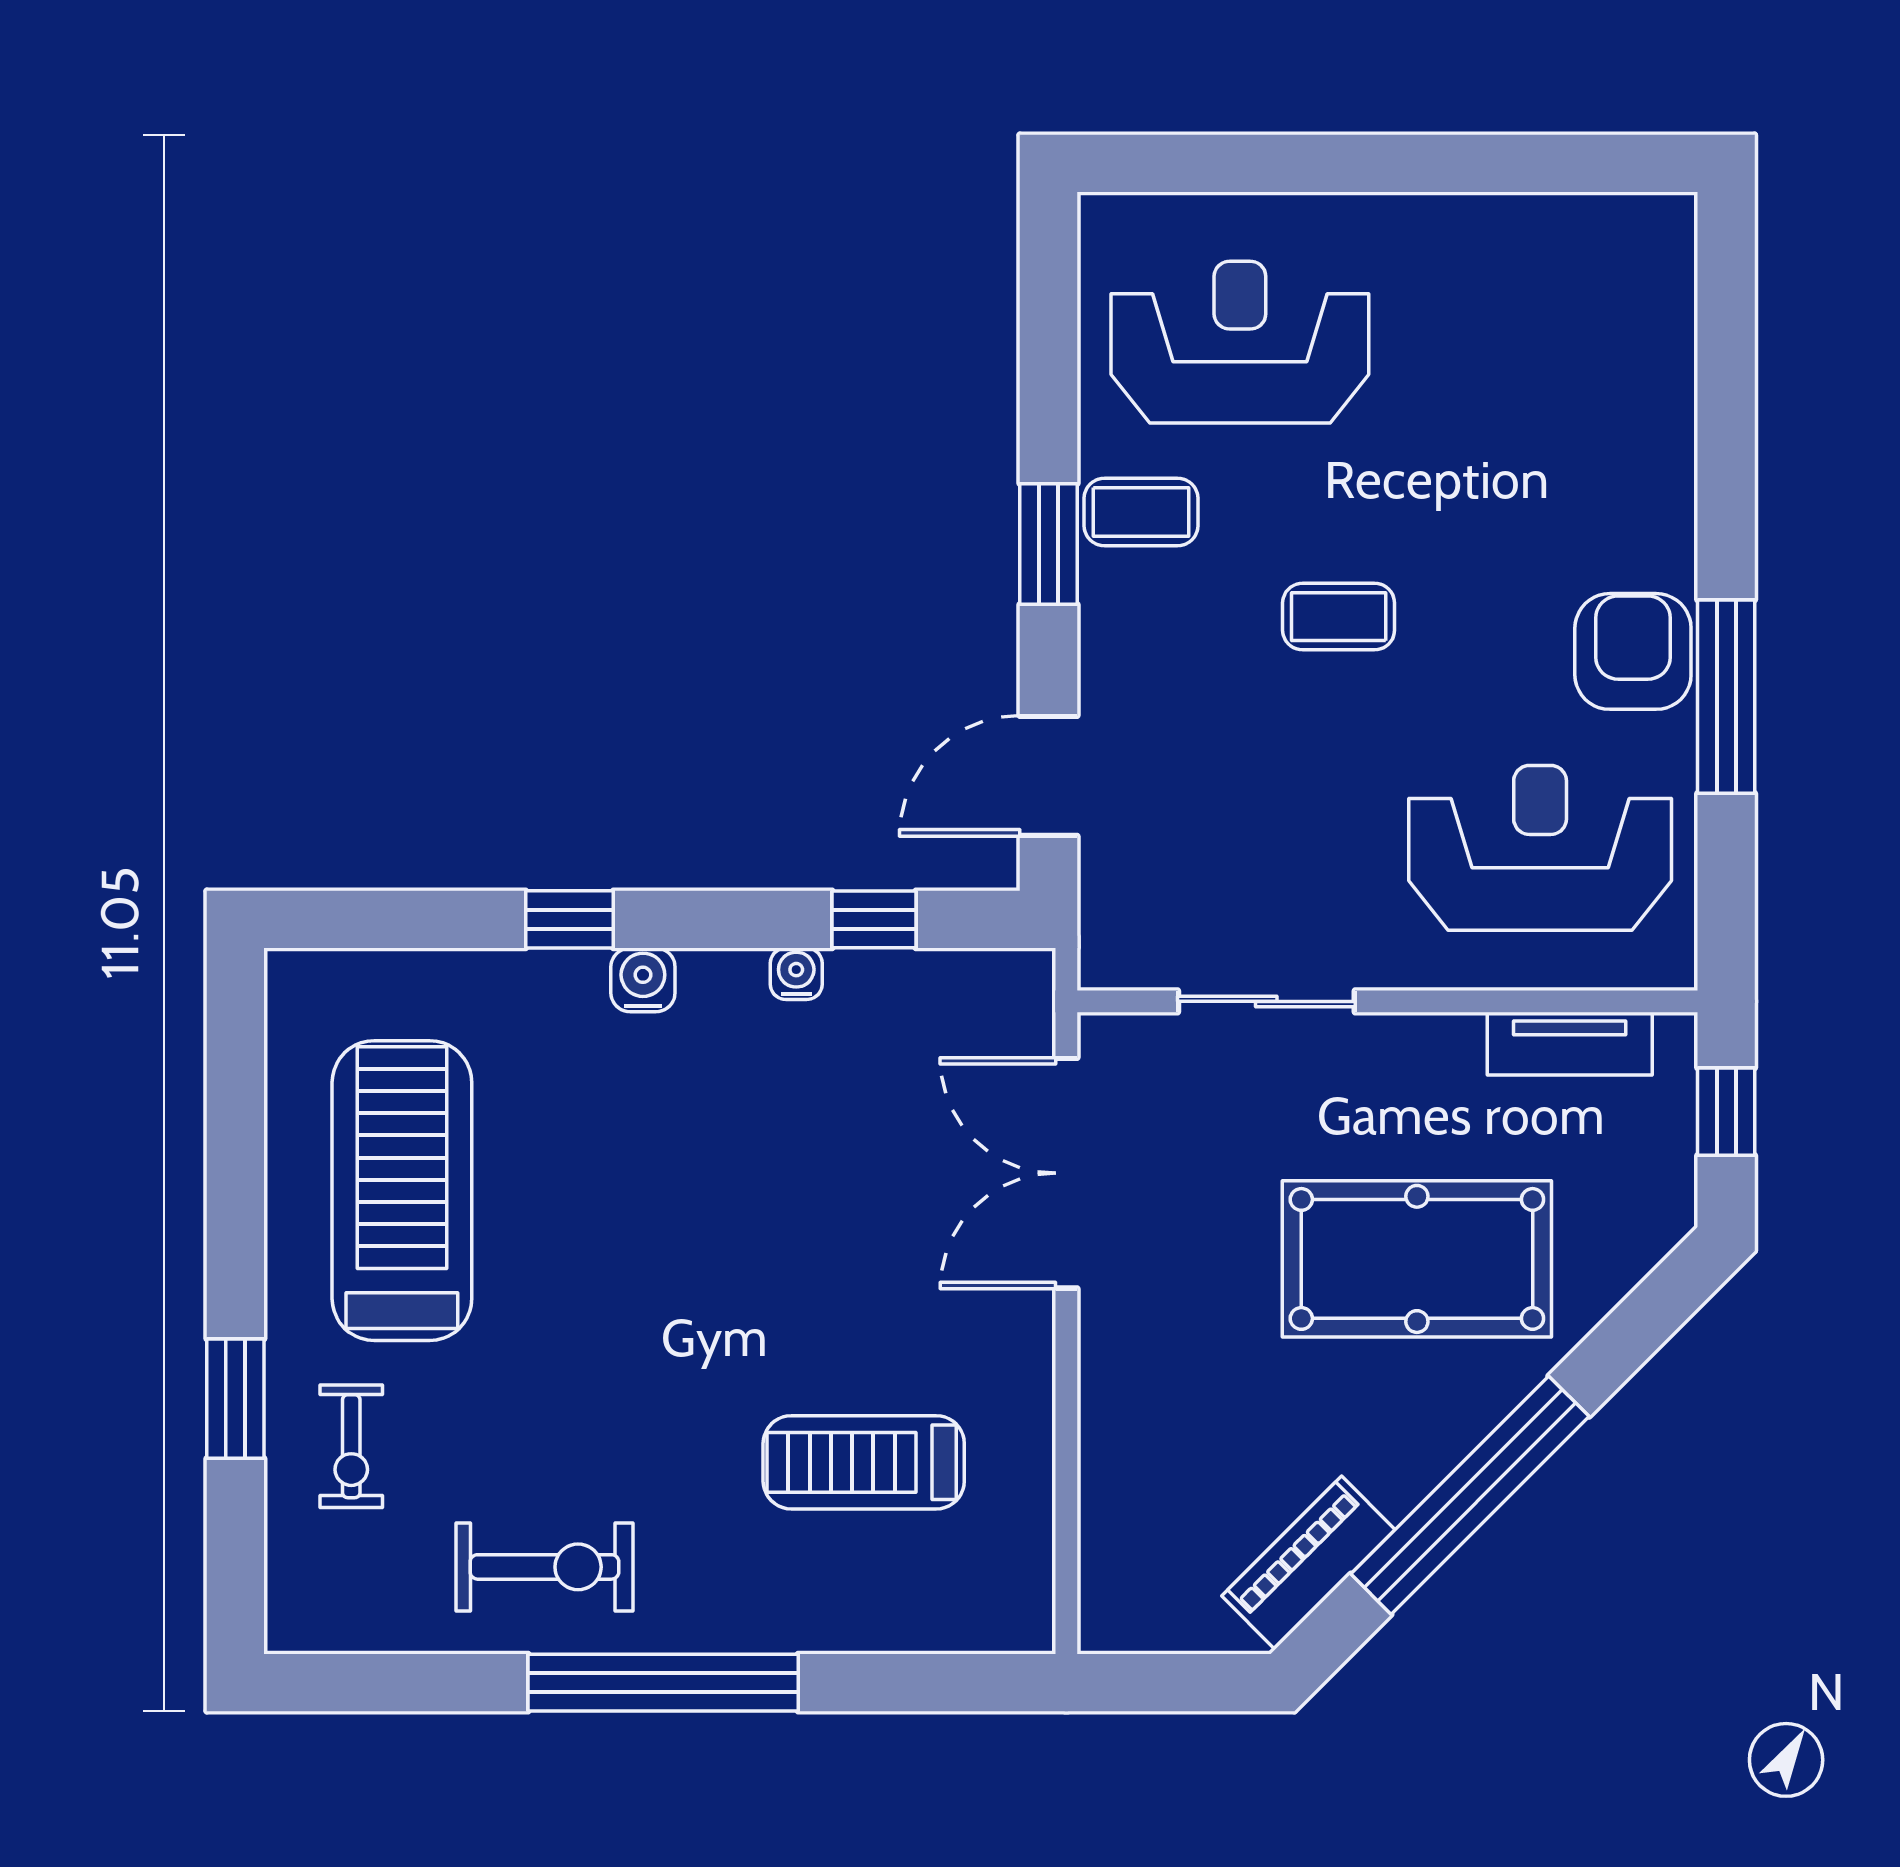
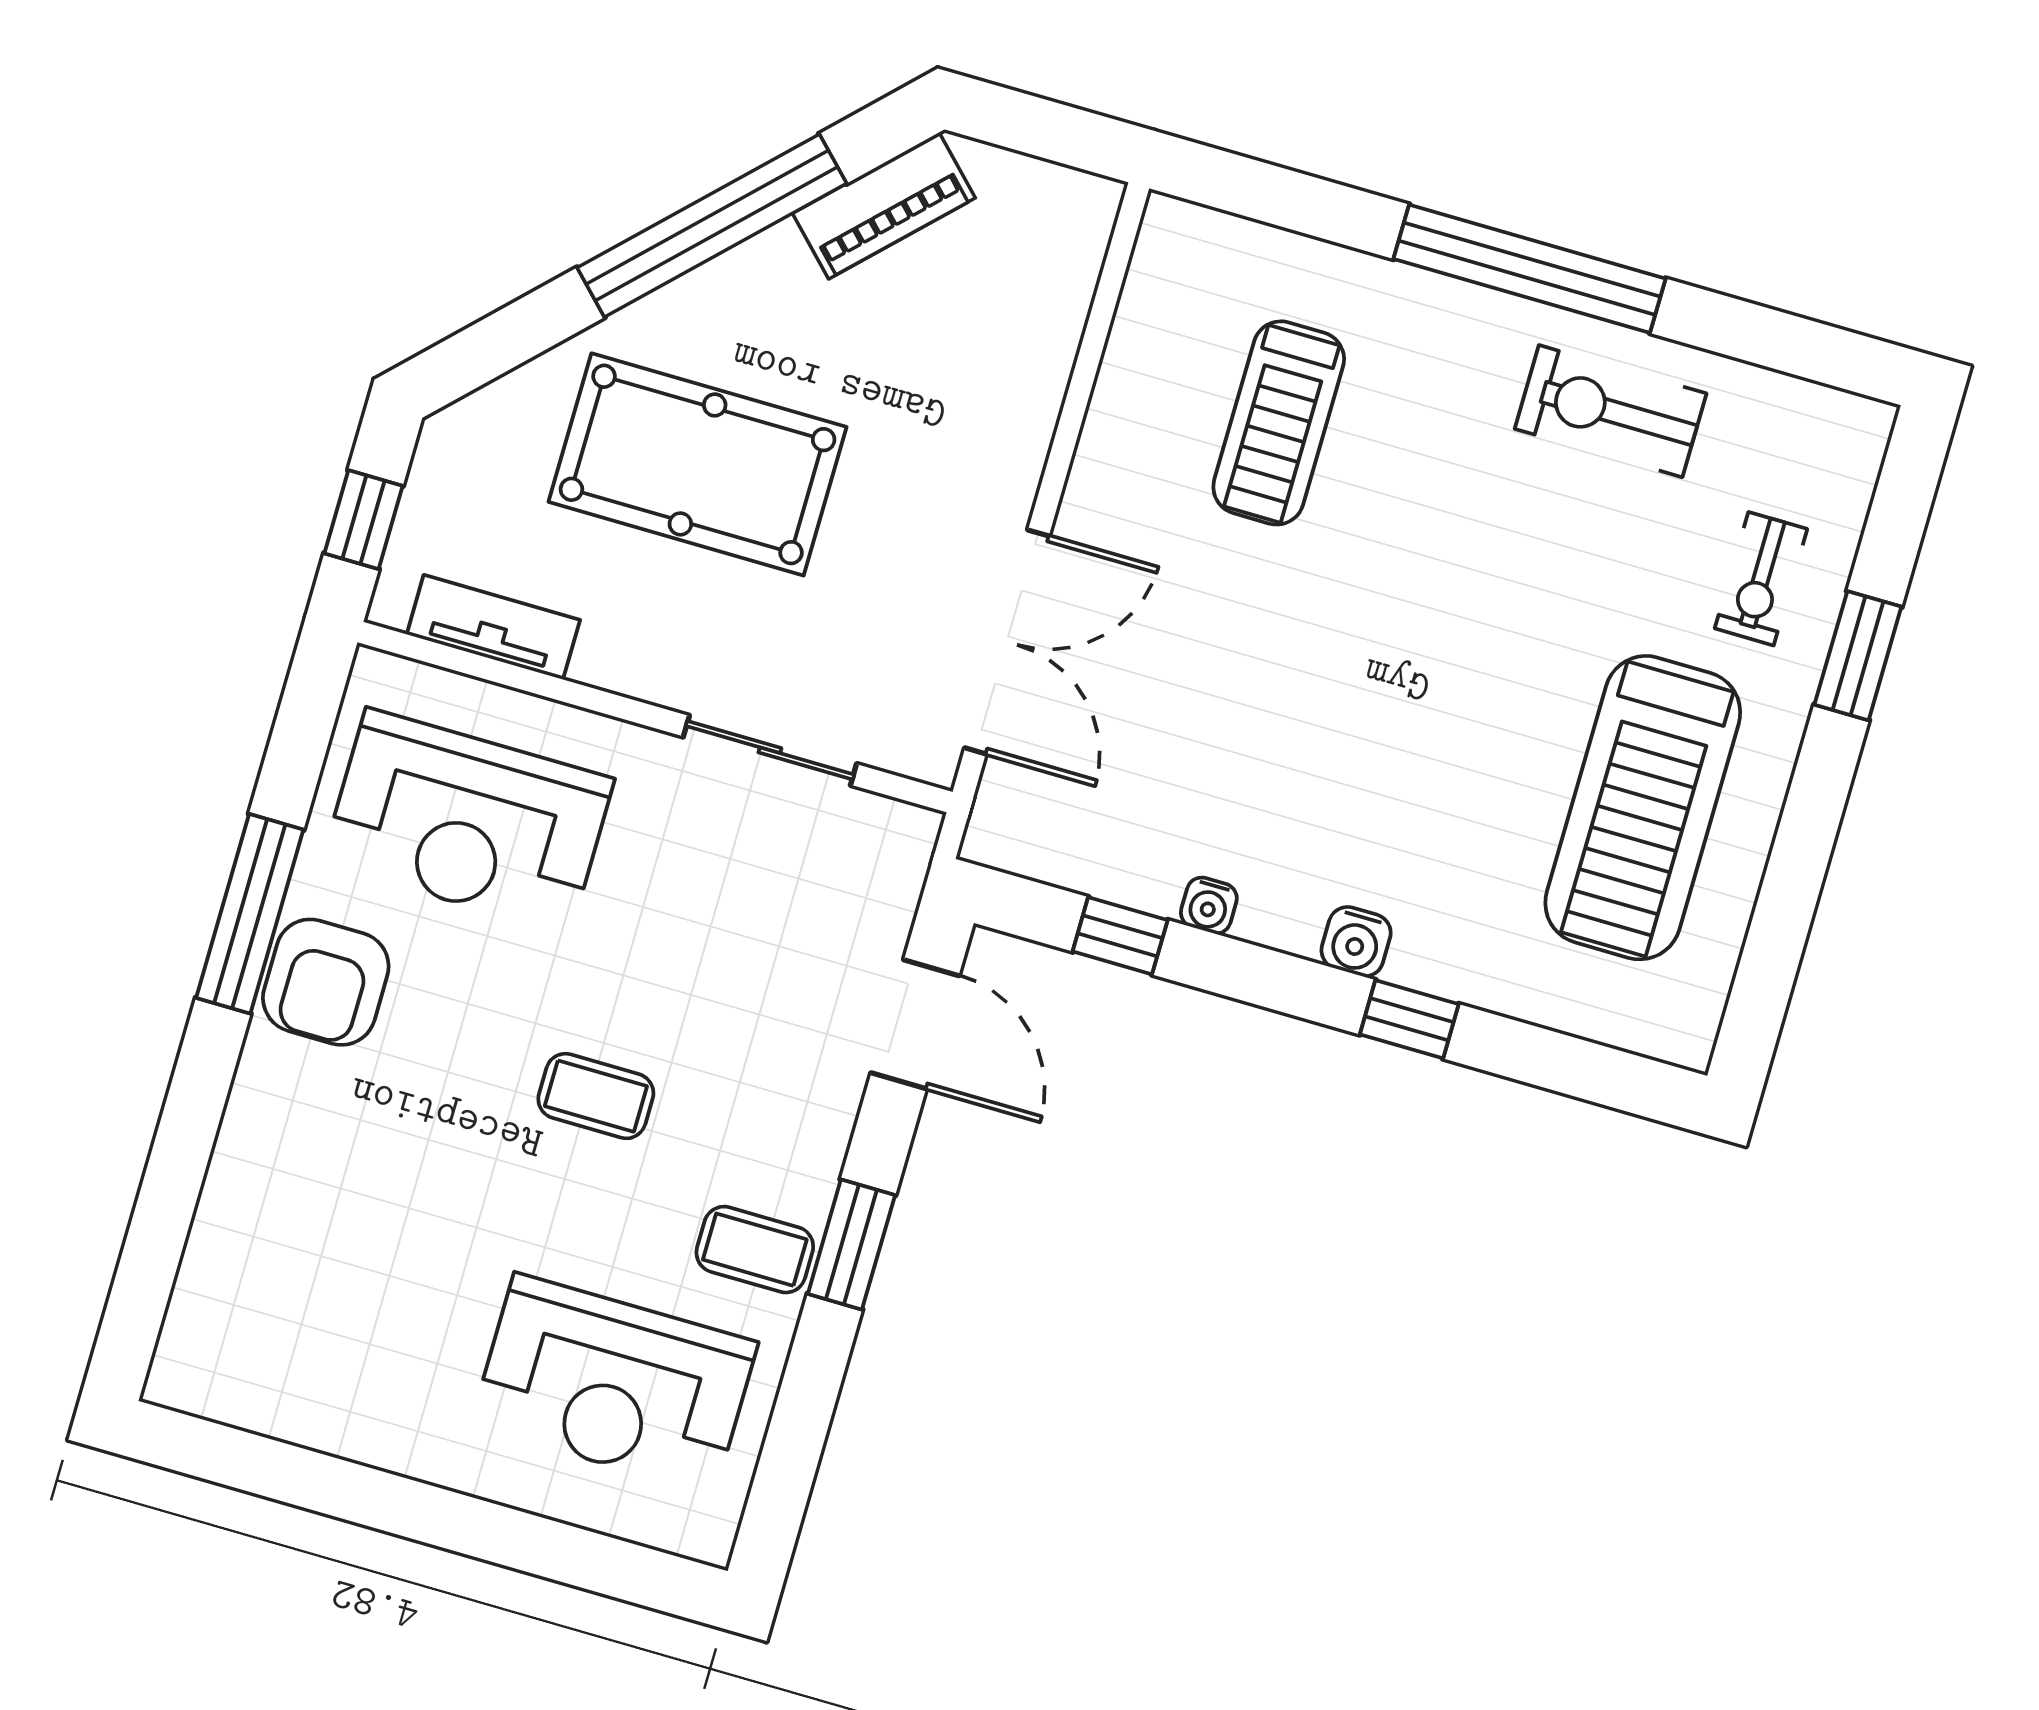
door: (1049, 776) -> (915, 1024), hinge flipped
exercise bike: (351, 1446) -> (1761, 579), turned 180
treadmill: (864, 1462) -> (1279, 423), turned 90

